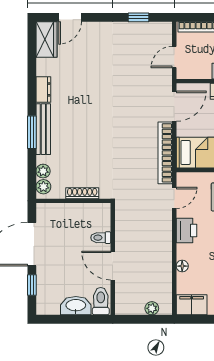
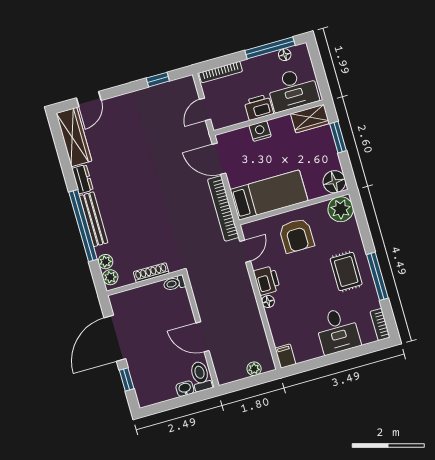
wardrobe: (46, 40) -> (74, 137), width x1.50
door: (174, 106) -> (219, 159), swing flipped
window: (32, 132) -> (83, 226), width x2.11
toilet: (101, 238) -> (174, 283), moved
floor lamp: (182, 266) -> (268, 301), moved
filing cabinet: (192, 305) -> (285, 356), width x0.50
washbasin: (76, 306) -> (185, 389), width x0.52, depth x0.69

